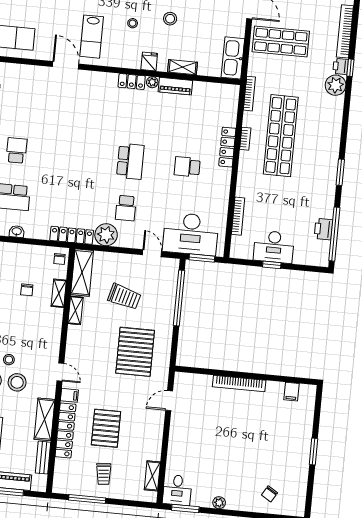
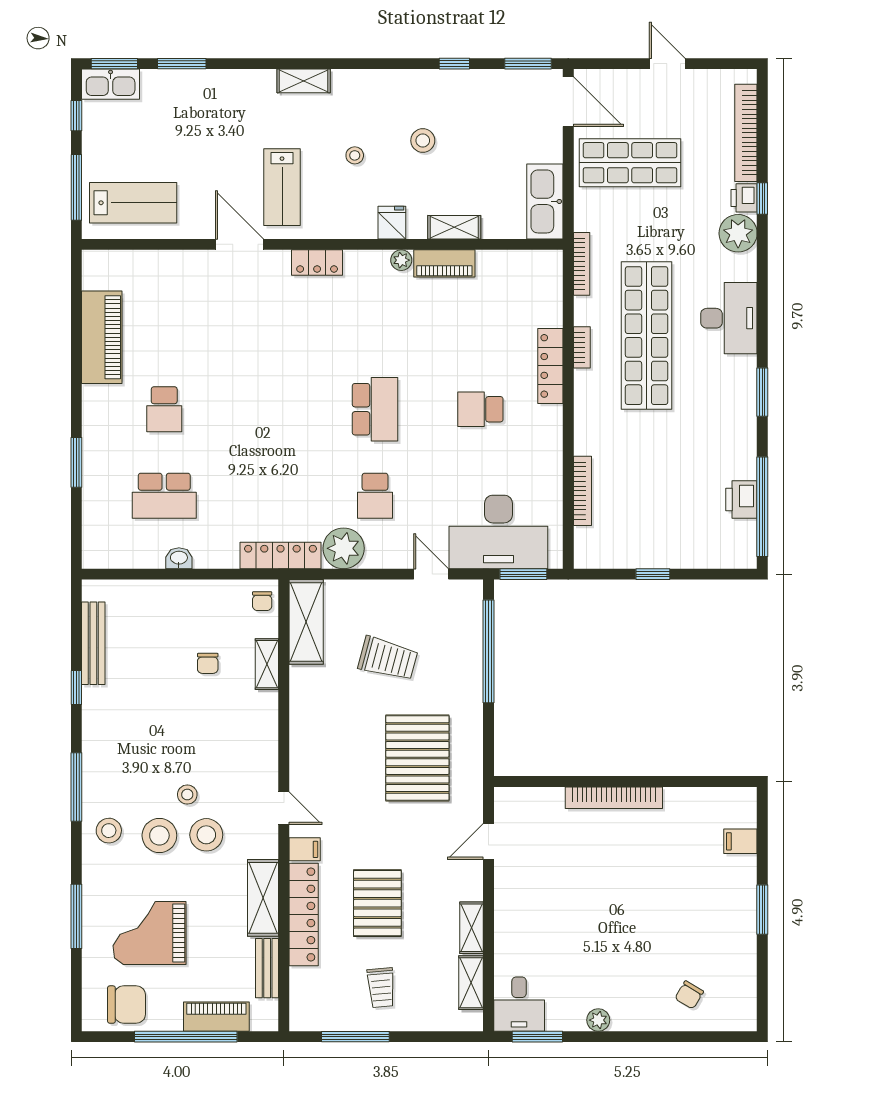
locker: (132, 82) -> (317, 263), moved
school desk: (17, 150) -> (164, 409), turned 180
desk: (274, 247) -> (729, 318), moved, turned -90
shelving: (75, 310) -> (472, 928), moved
filing cabinet: (291, 392) -> (740, 841), moved, turned 90

